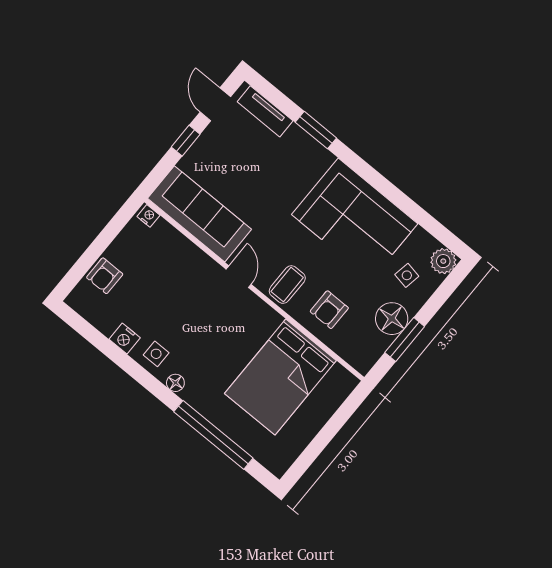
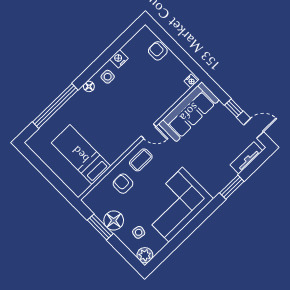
coffee table: (287, 285) -> (141, 160), turned 90
bed: (280, 377) -> (81, 154), width x0.67

